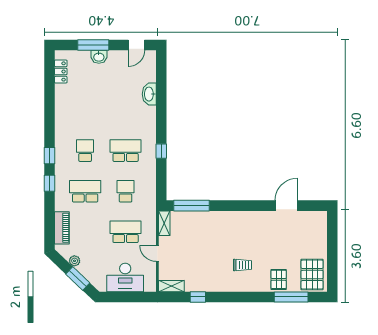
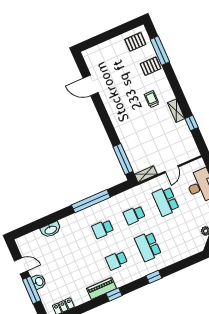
door: (136, 45) -> (21, 266), moved
school desk: (126, 151) -> (103, 229), width x0.54
window: (161, 151) -> (91, 201), width x3.17
window: (49, 156) -> (114, 295), moved
piano: (62, 228) -> (101, 288), moved
pallet: (312, 275) -> (135, 42), width x0.67, depth x0.71
shelving: (171, 286) -> (176, 111), moved

